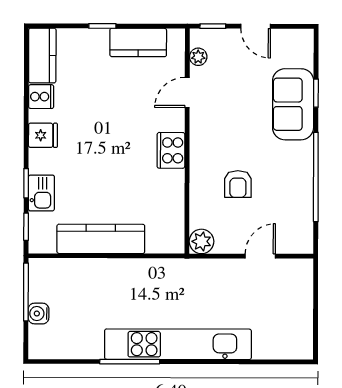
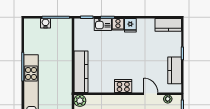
cooker: (41, 97) -> (118, 24), moved
kitchen counter: (101, 239) -> (81, 72), moved

